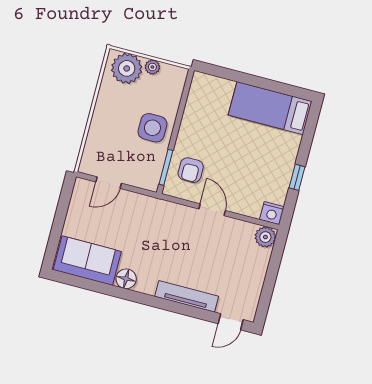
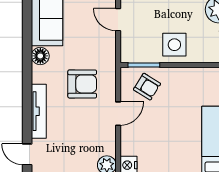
armchair: (191, 170) -> (147, 87), turned -148
armchair: (169, 241) -> (82, 84), added

